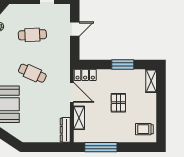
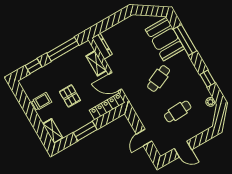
cafe table: (32, 73) -> (159, 78), turned -48
locker: (85, 75) -> (107, 106), width x1.53
trolley: (144, 129) -> (41, 101), moved
window: (135, 147) -> (34, 66), added

